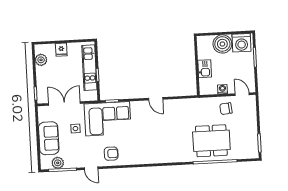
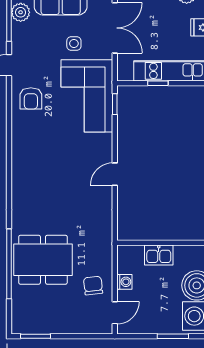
dining table: (211, 141) -> (43, 260), turned 90

